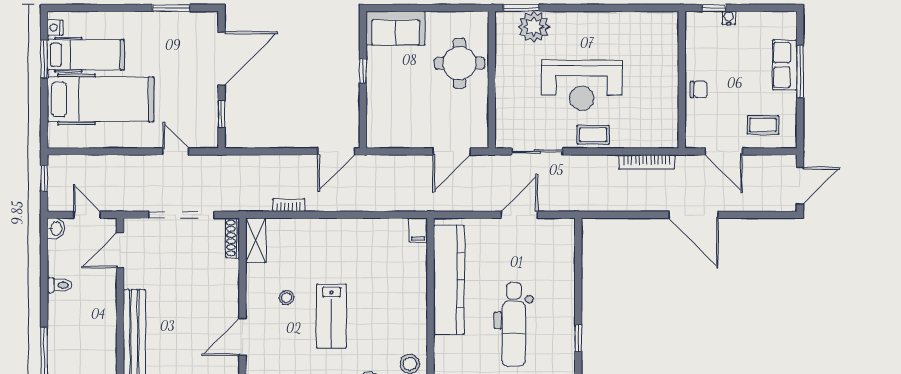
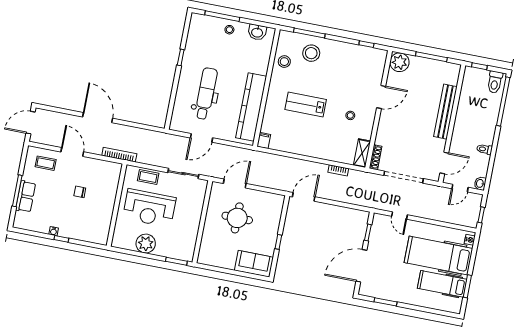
plant: (534, 27) -> (146, 244), moved
nightstand: (55, 28) -> (470, 240), moved
round table: (459, 63) -> (237, 218), moved
wall: (682, 80) -> (117, 205), moved
reception desk: (582, 85) -> (149, 208), turned 180
door: (87, 215) -> (460, 188), hinge flipped
lab bench: (331, 316) -> (306, 105), moved, turned -90
dental chair: (514, 324) -> (206, 94), moved

